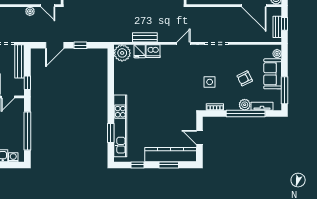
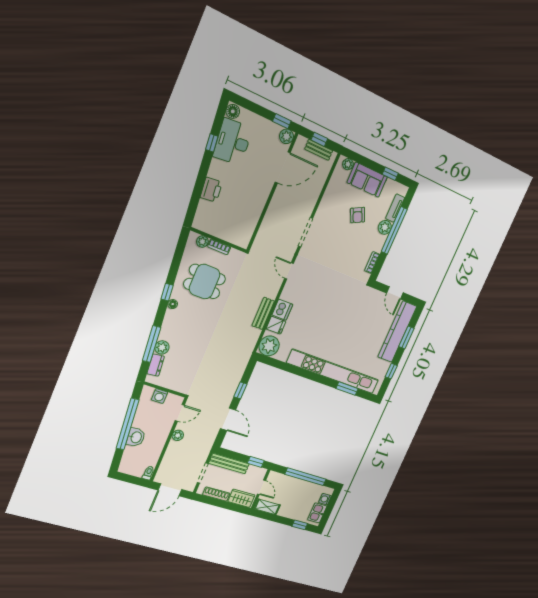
side table: (210, 82) -> (344, 258), removed
window: (285, 90) -> (390, 174), width x0.46
kitchen unit: (120, 126) -> (333, 372), width x1.36
door: (200, 137) -> (395, 293), hinge flipped

